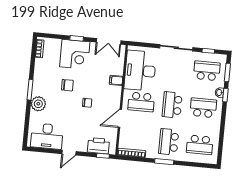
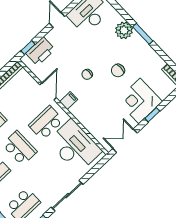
filing cabinet: (116, 80) -> (69, 101), moved

